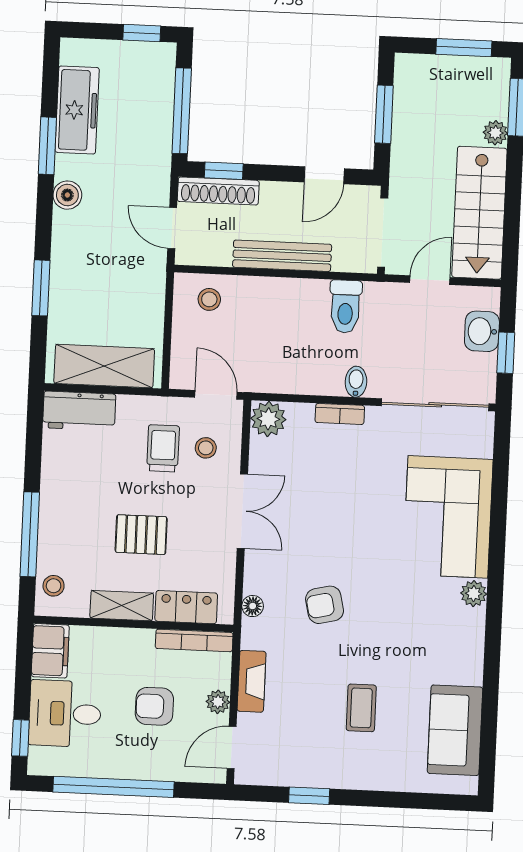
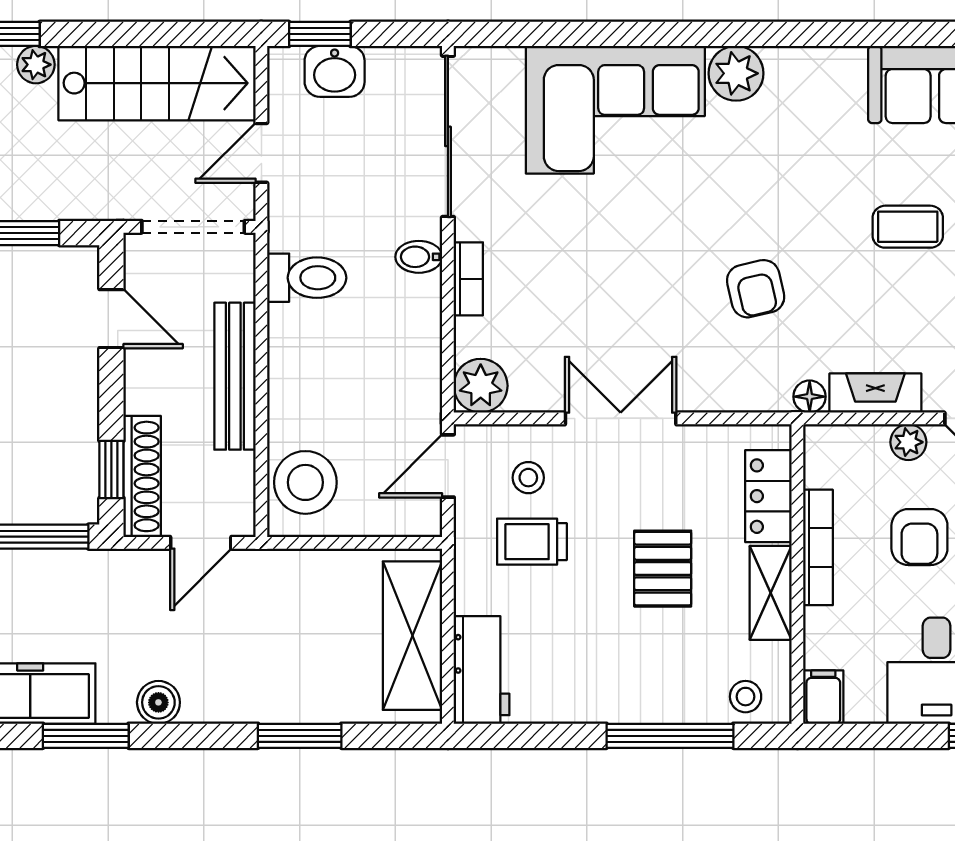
door: (430, 280) -> (261, 153), hinge flipped
stool: (209, 299) -> (305, 482), width x1.89, depth x1.89
window: (506, 353) -> (320, 34), moved
plant: (474, 594) -> (736, 73), width x1.38, depth x1.38
floor lamp: (253, 606) -> (810, 397), moved
bookcase: (194, 640) -> (818, 547), moved
filing cabinet: (50, 651) -> (823, 697), width x0.50

